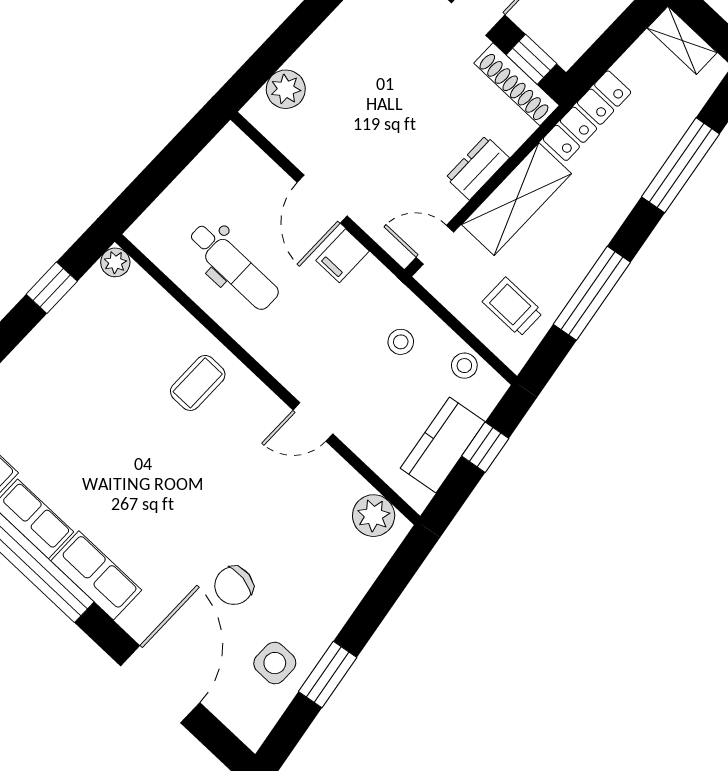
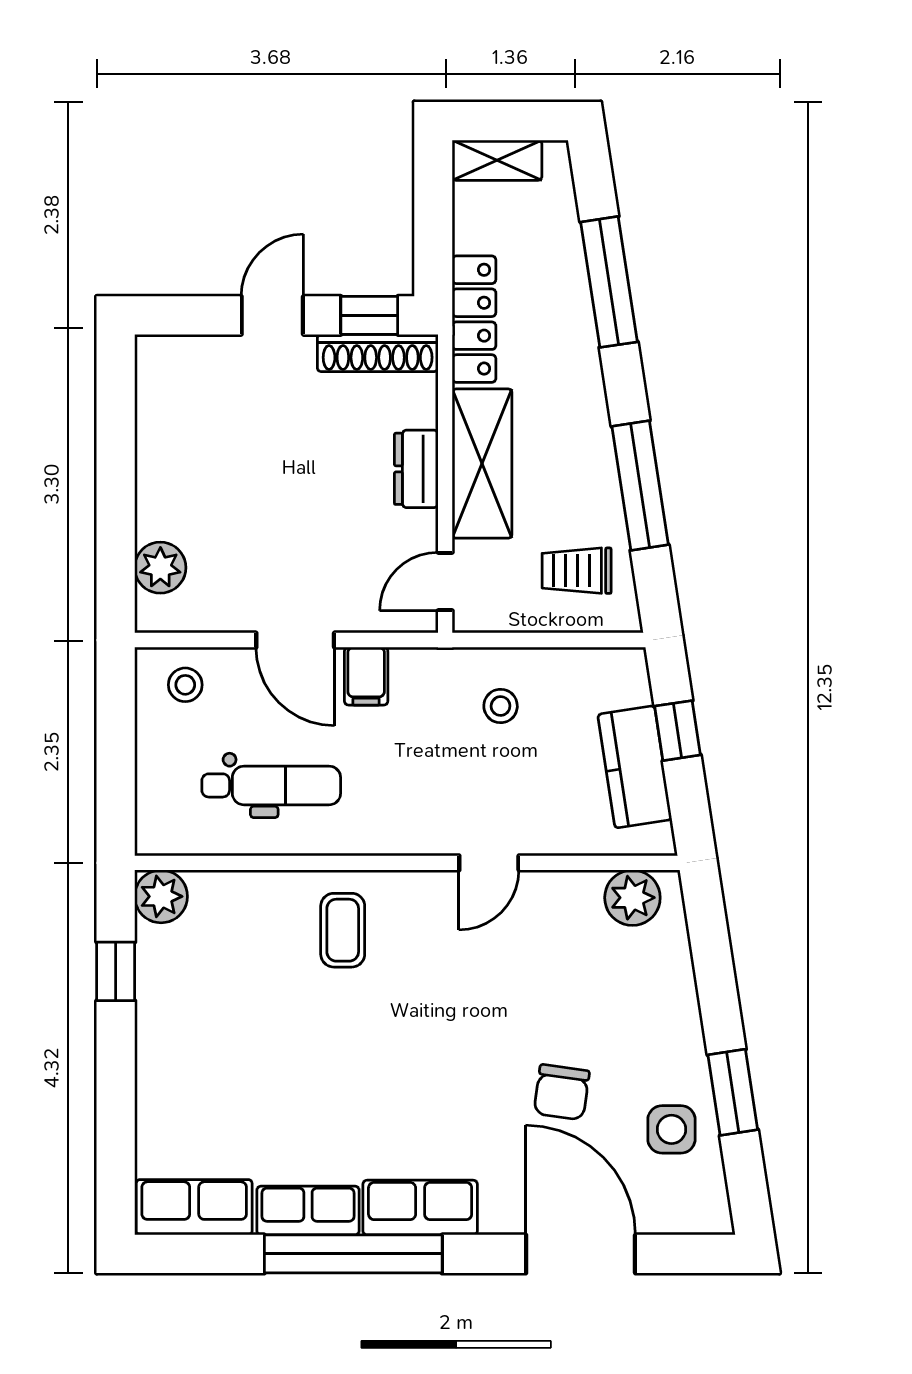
plant: (115, 262) -> (161, 896), width x1.38, depth x1.38
stool: (464, 366) -> (185, 685), moved

